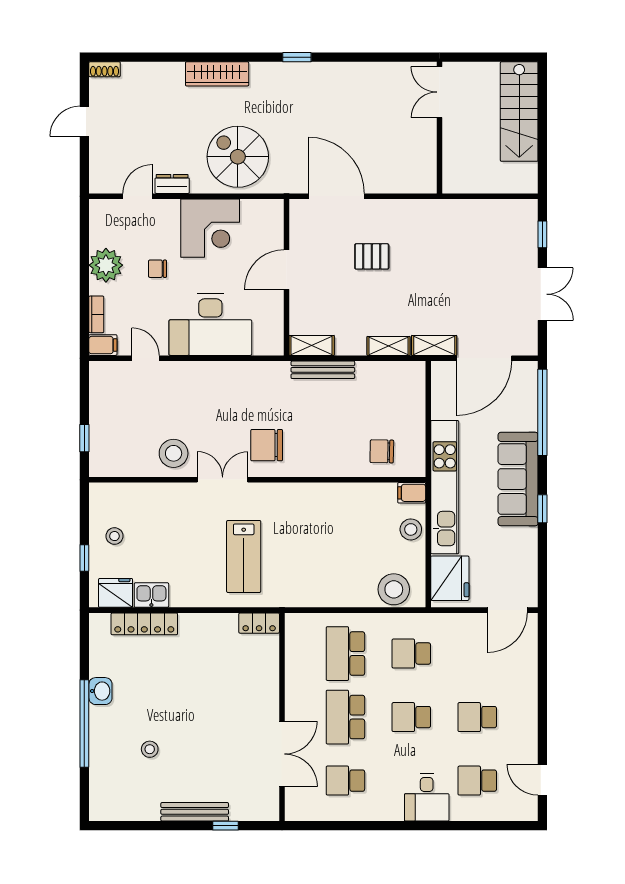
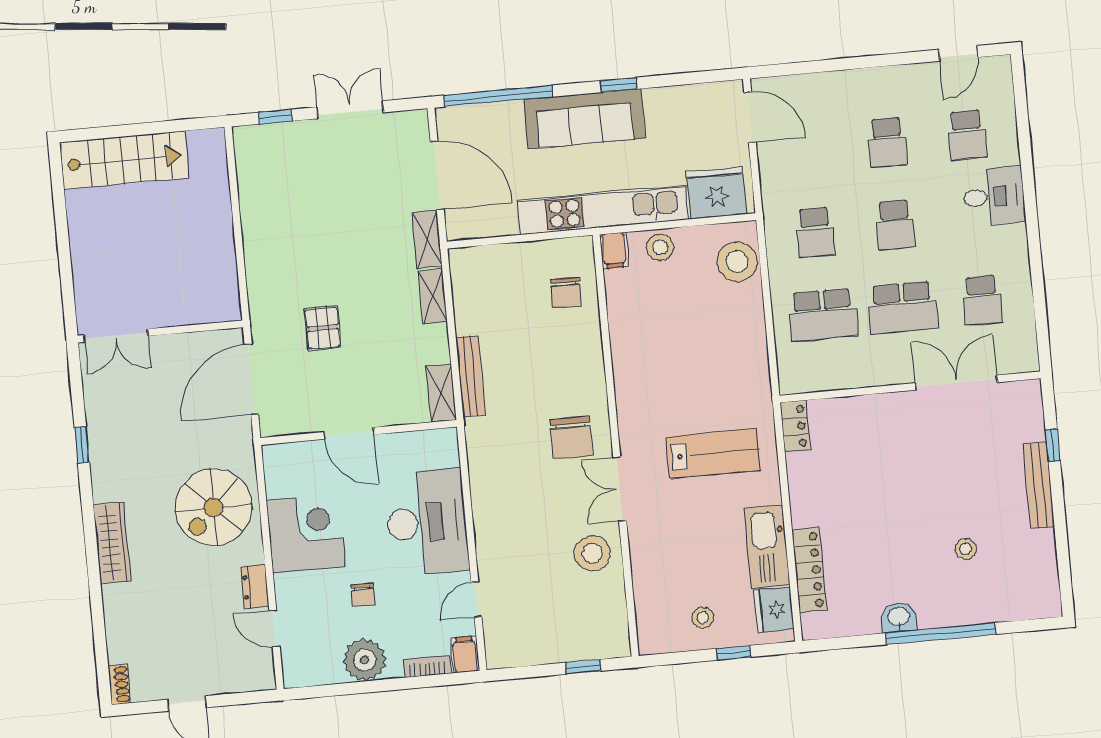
double door: (439, 92) -> (116, 336), moved
wall: (439, 128) -> (160, 331), moved
kitchen sink: (151, 595) -> (767, 546), width x1.88, depth x1.24

